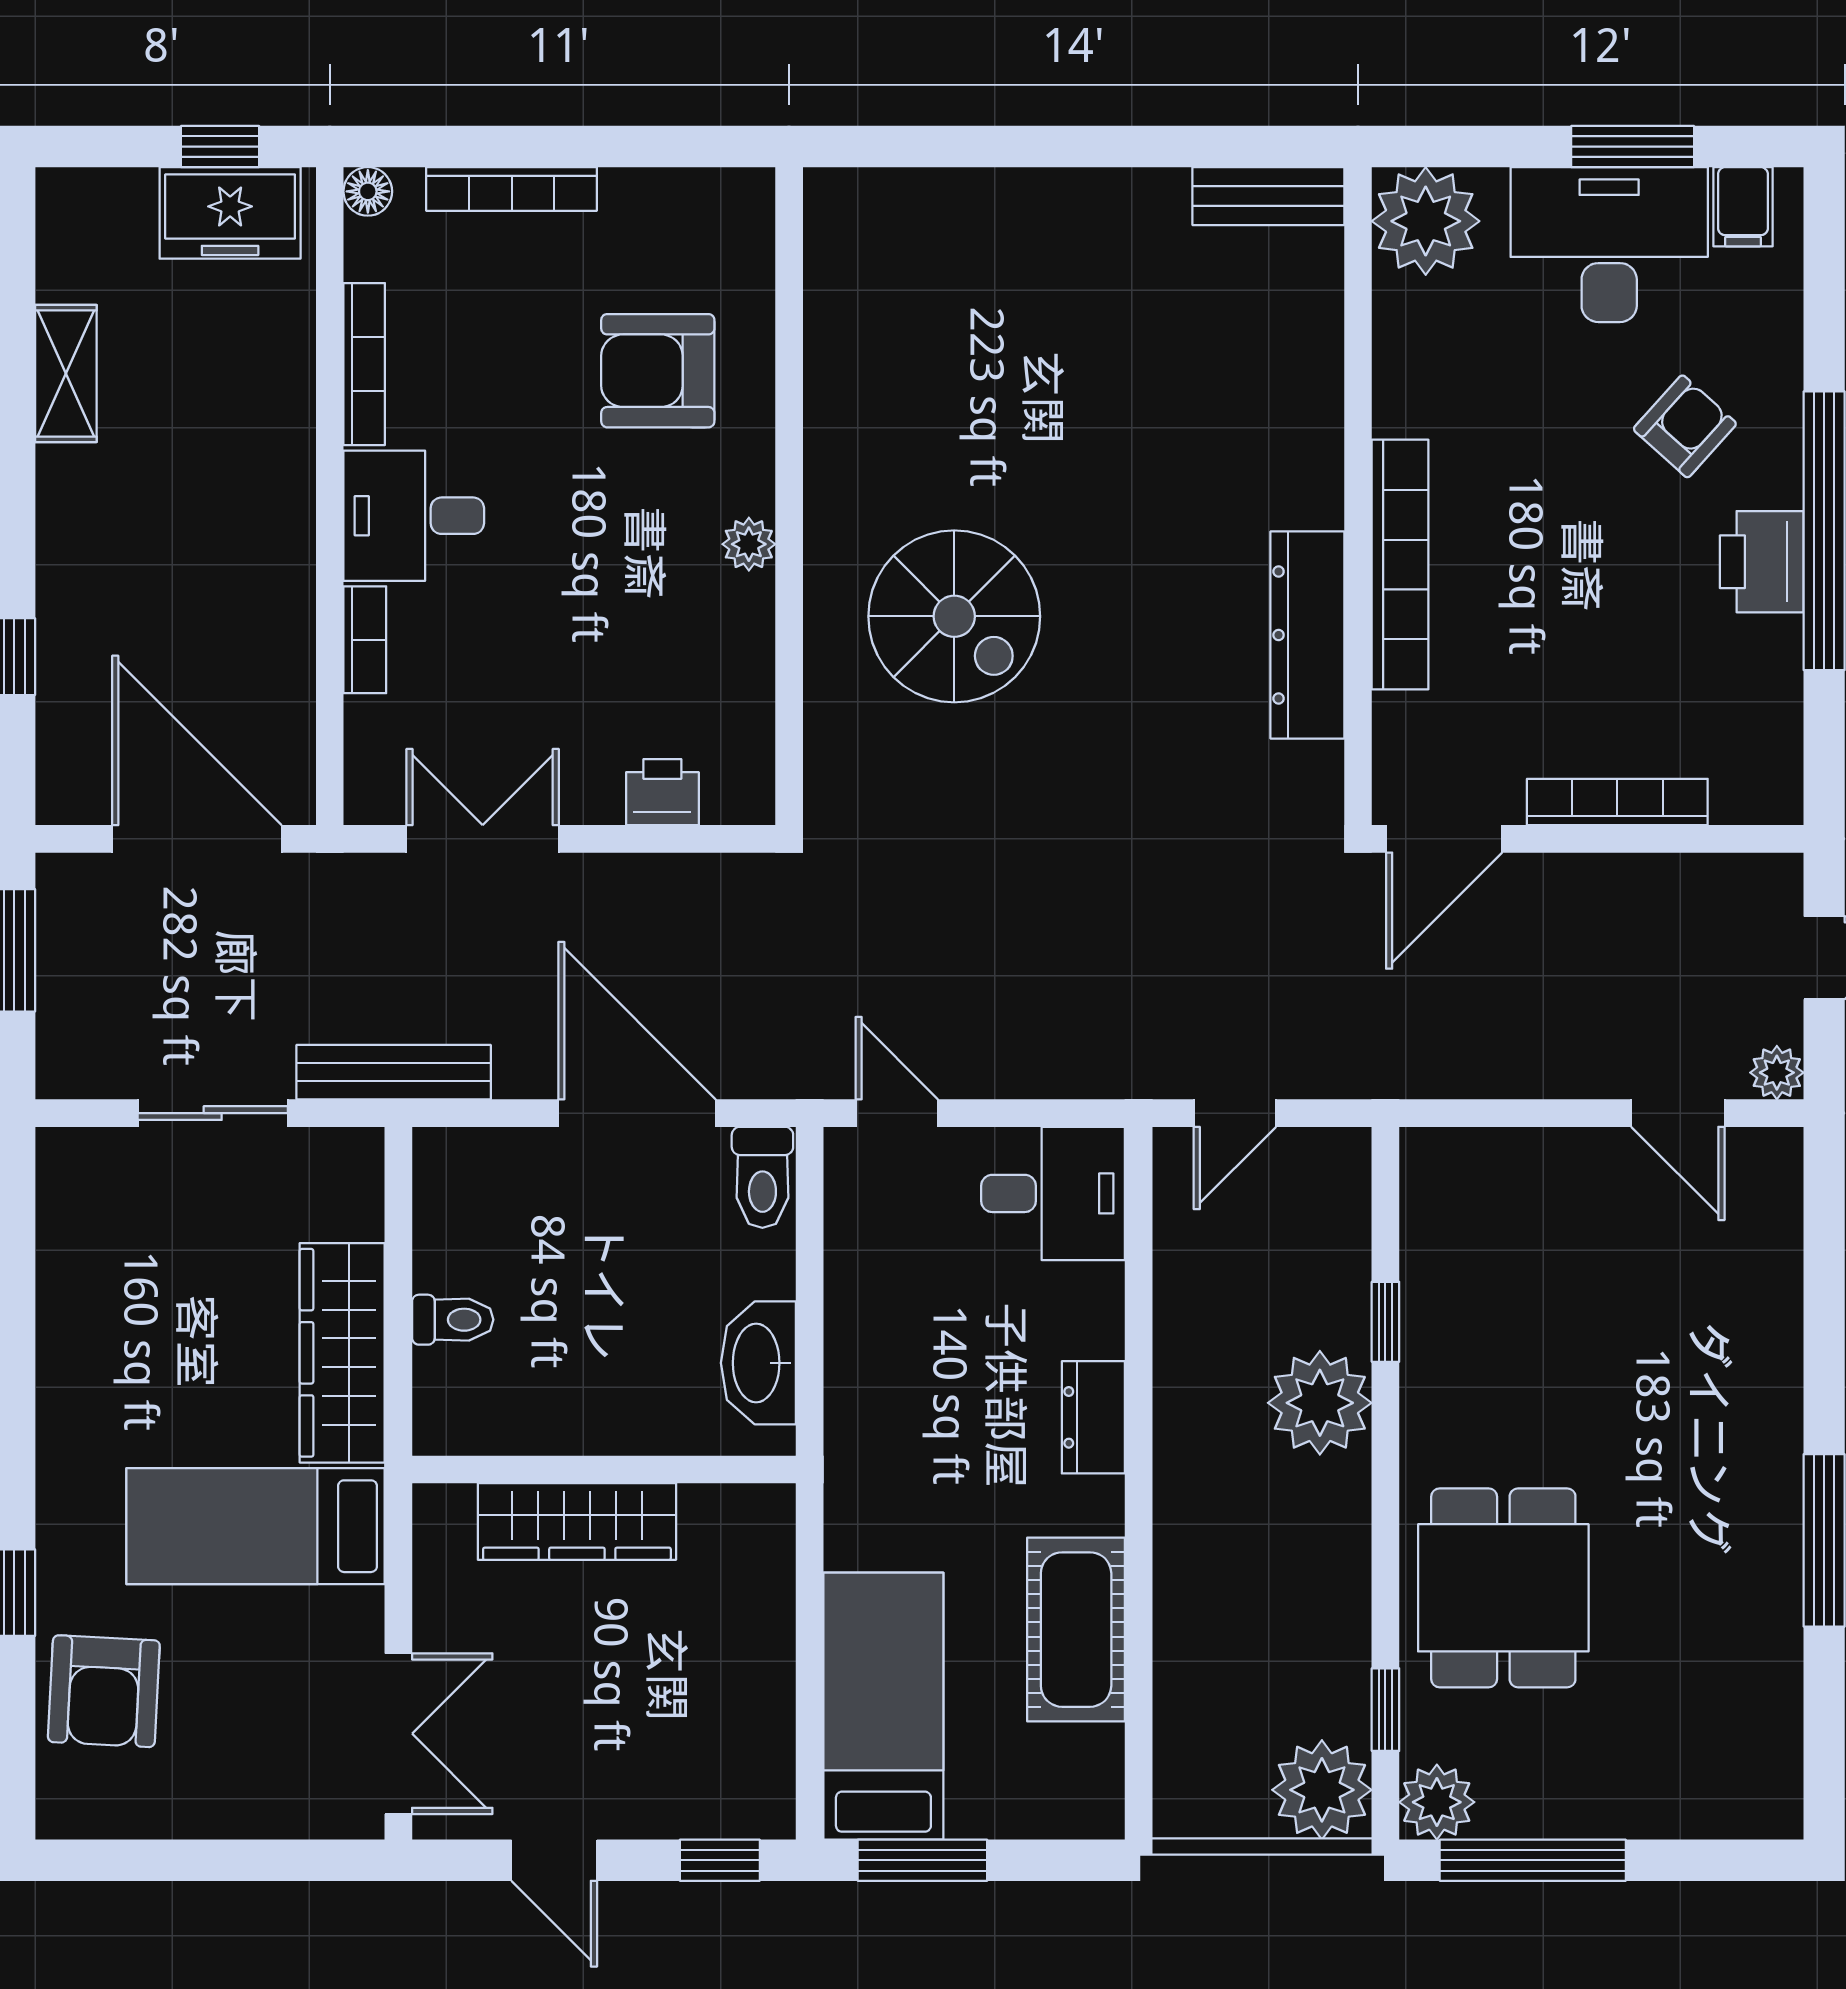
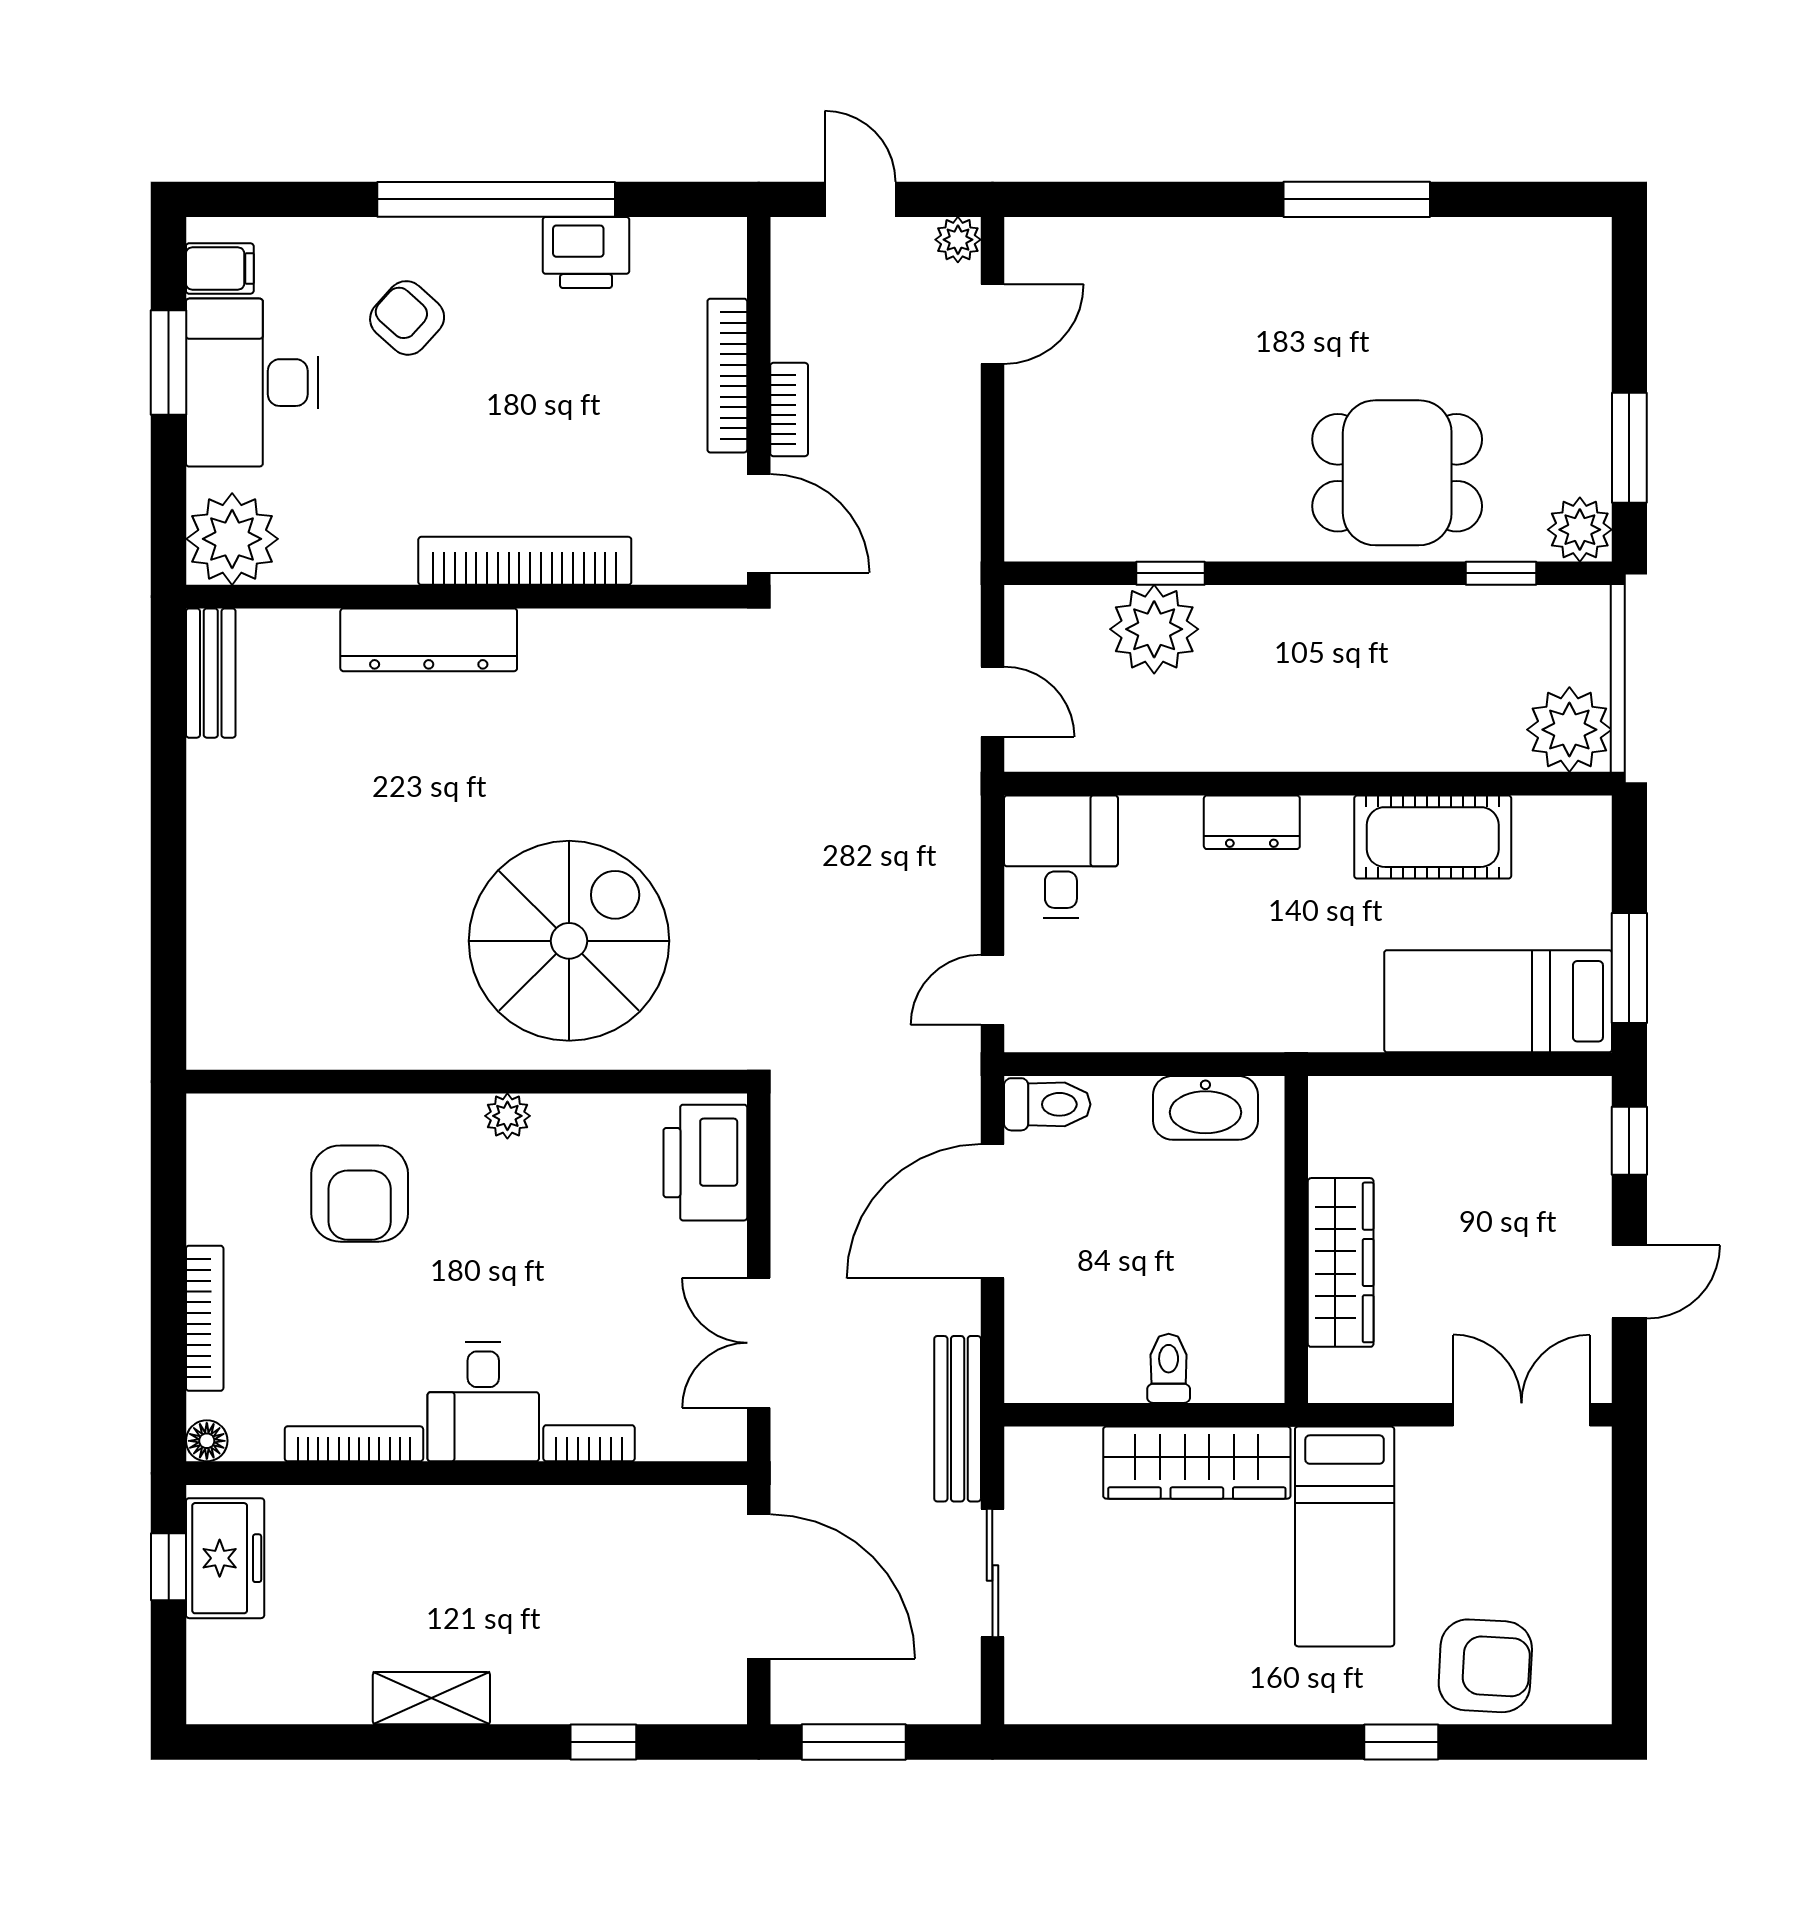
shelving: (66, 374) -> (431, 1698), moved
printer: (1762, 562) -> (586, 253), moved
spiral stairs: (954, 616) -> (569, 941), width x1.37, depth x1.37
dresser: (1307, 635) -> (429, 640), moved
printer: (662, 792) -> (705, 1163), width x1.87, depth x1.48
door: (197, 839) -> (759, 1586), swing flipped
bookcase: (1578, 875) -> (789, 410), added
plant: (1320, 1403) -> (1154, 629), moved
plant: (1322, 1790) -> (1569, 730), moved
window: (1533, 1860) -> (1629, 448), width x0.69

